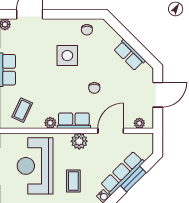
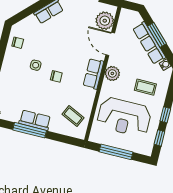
side table: (67, 56) -> (36, 65), width x0.54, depth x0.54
chair: (94, 88) -> (56, 76), moved
plant: (50, 123) -> (90, 94), removed
plant: (139, 123) -> (105, 21), width x1.88, depth x1.88

